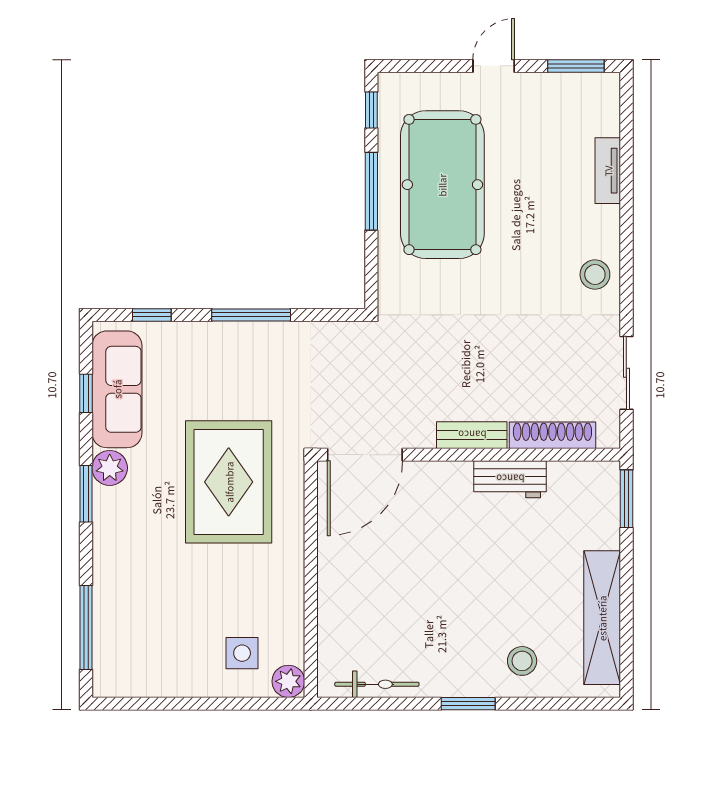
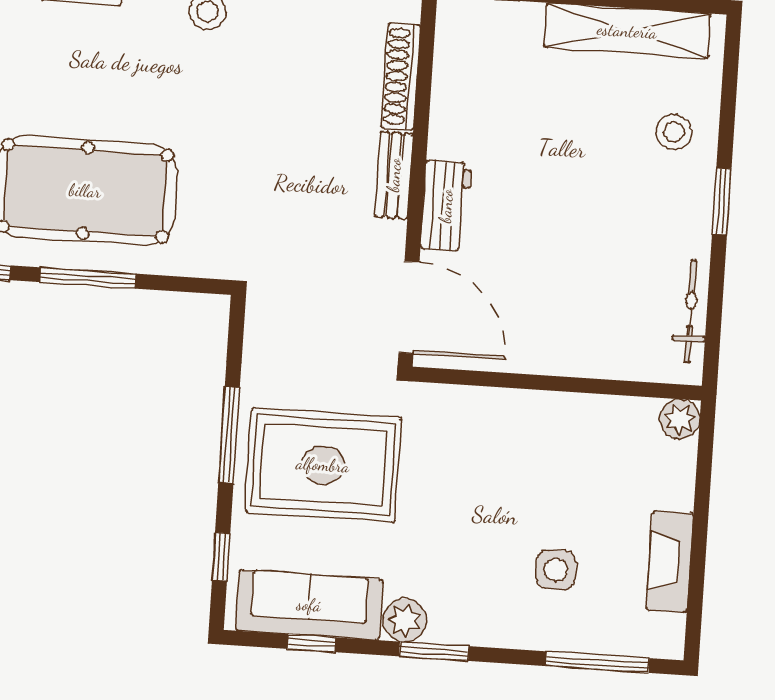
workbench: (510, 479) -> (446, 206), moved
rug: (229, 482) -> (323, 465), moved
side table: (242, 653) -> (556, 570), moved
fireplace: (172, 681) -> (670, 562), added

